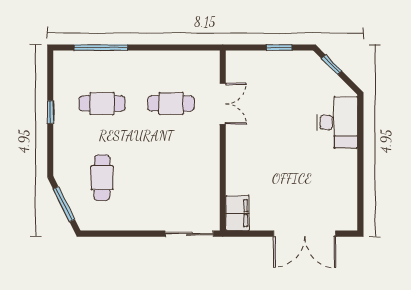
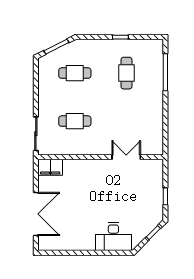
cafe table: (171, 103) -> (75, 121), moved, turned 90
double door: (223, 104) -> (126, 157), swing flipped
double door: (305, 234) -> (36, 214), swing flipped

